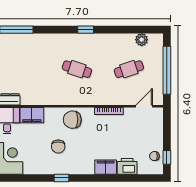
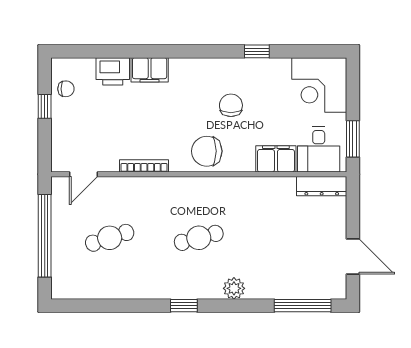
plant: (142, 40) -> (234, 288), moved
cafe table: (77, 69) -> (199, 238), turned -33
chair: (72, 120) -> (207, 151), turned 180
window: (167, 157) -> (45, 106), moved
window: (62, 178) -> (257, 51), moved

